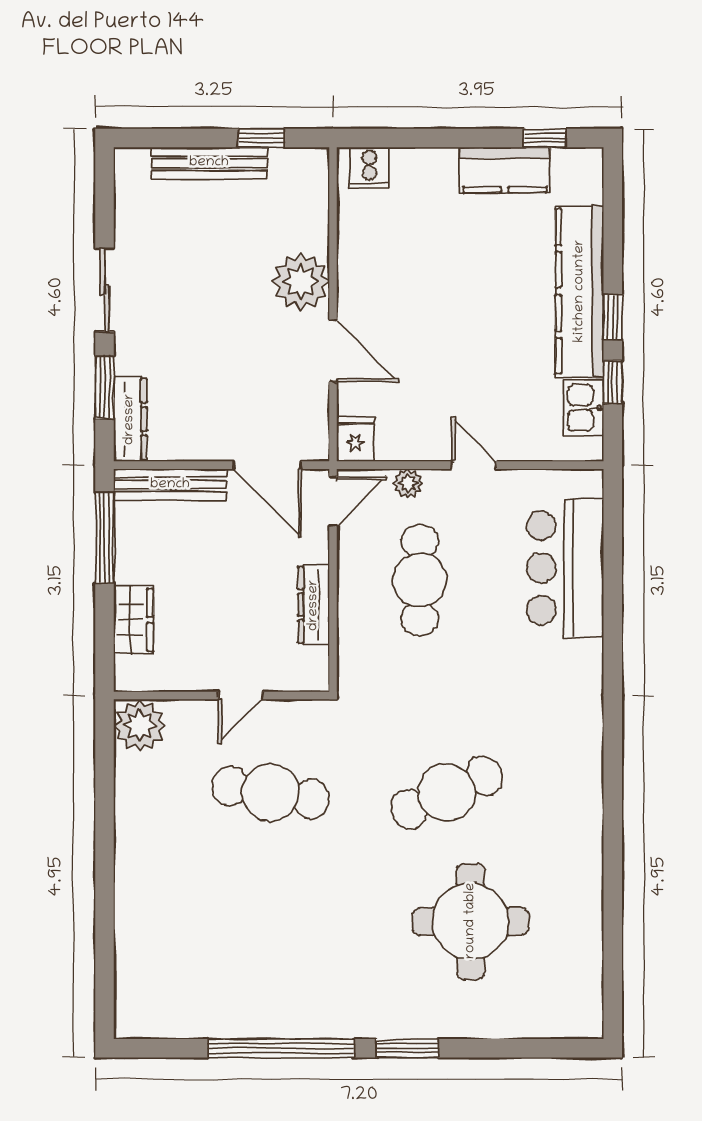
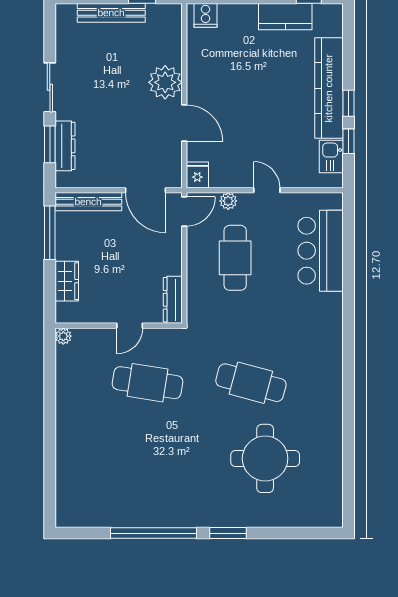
dresser: (130, 419) -> (65, 146), moved
dresser: (314, 605) -> (173, 300), moved
plant: (140, 726) -> (63, 336), width x0.53, depth x0.53
cafe table: (447, 792) -> (251, 383), turned 39

